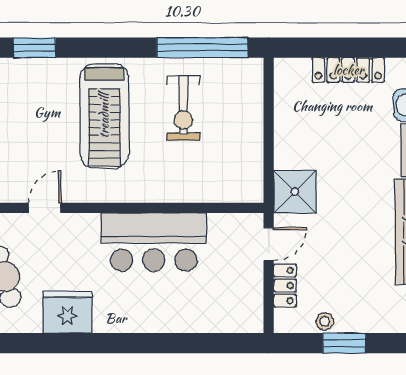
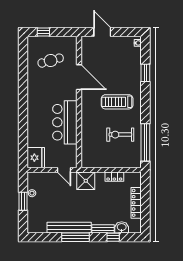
treadmill: (104, 116) -> (117, 102), width x0.73, depth x0.73
door: (45, 208) -> (79, 77), width x1.87
locker: (285, 285) -> (114, 177), moved
fridge: (67, 312) -> (36, 158), moved

